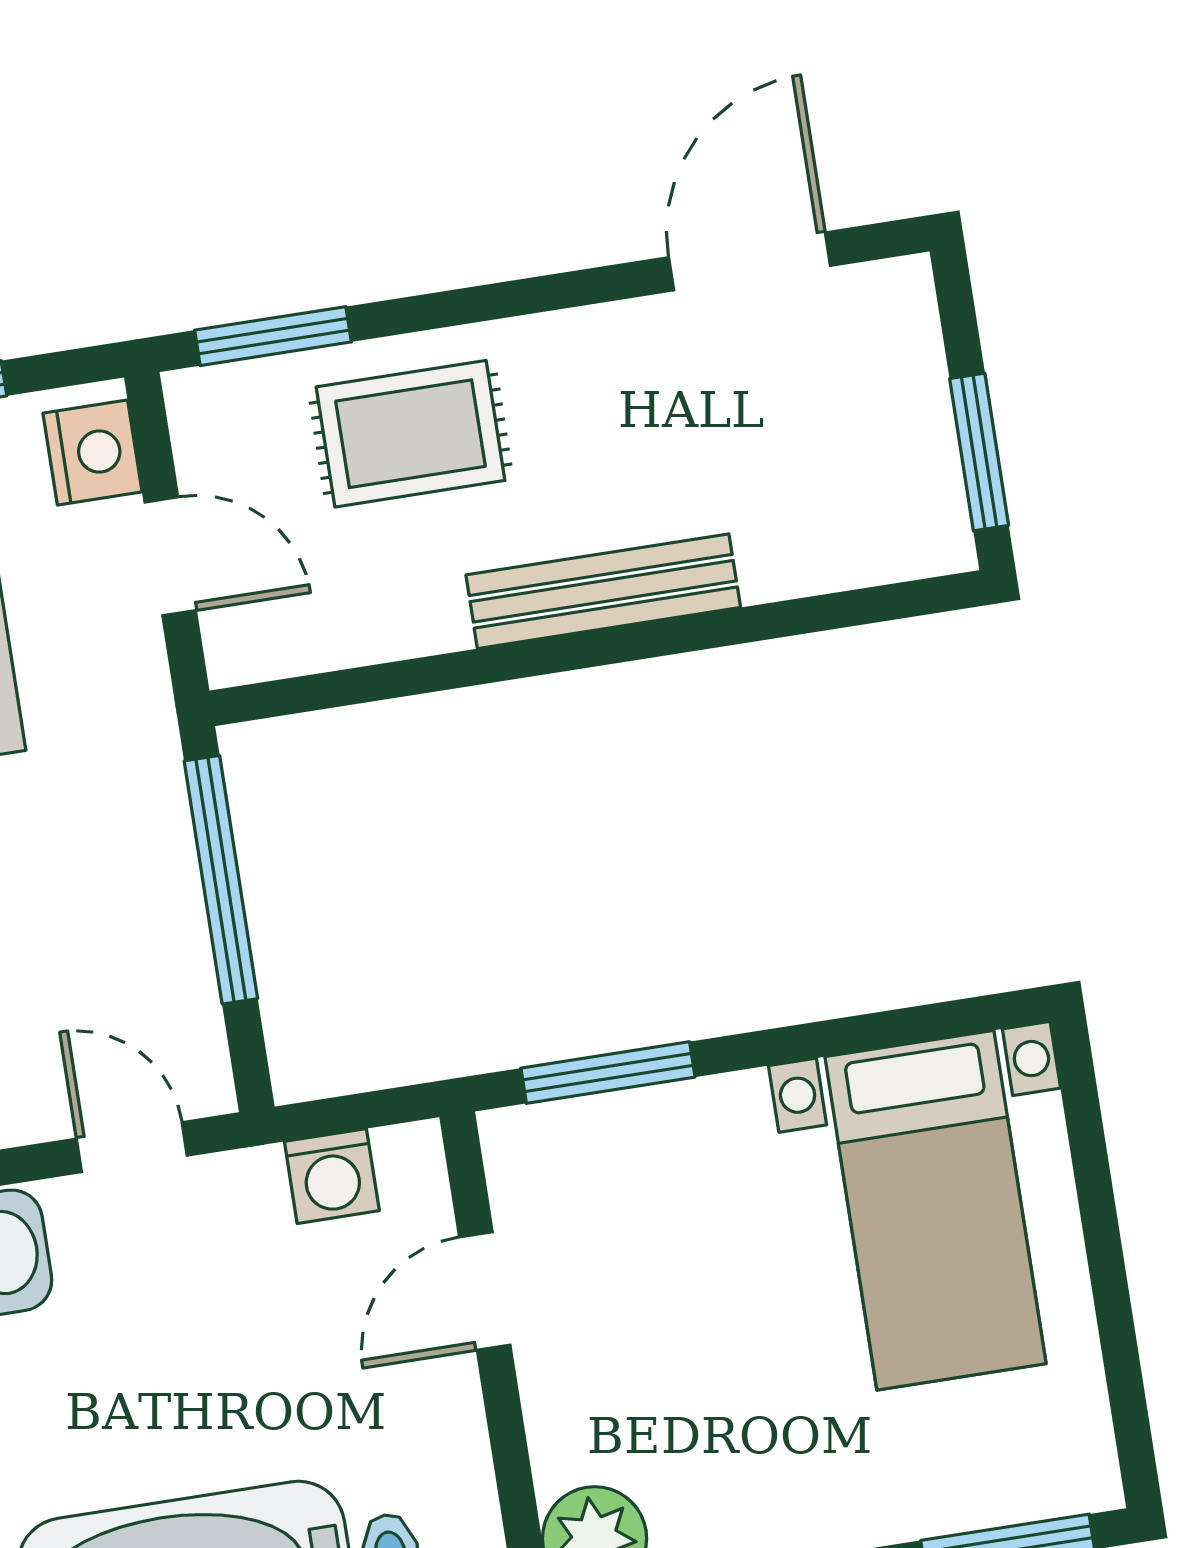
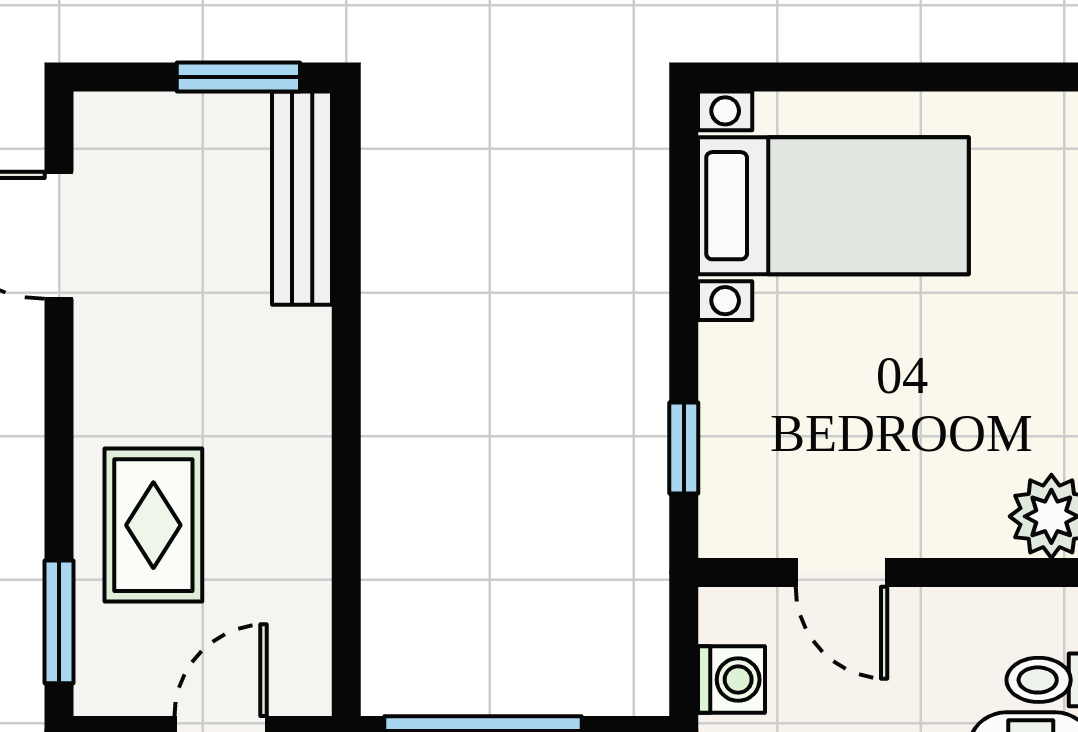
bench: (603, 591) -> (302, 198), moved
window: (608, 1073) -> (684, 448), width x0.67

